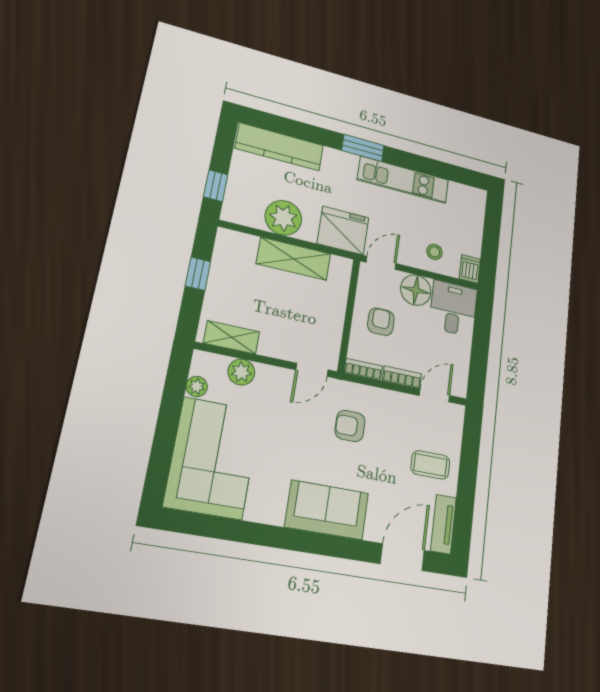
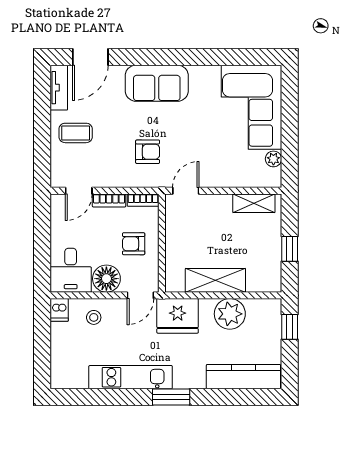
armchair: (381, 322) -> (134, 244), turned 90
plant: (241, 372) -> (242, 177), removed

